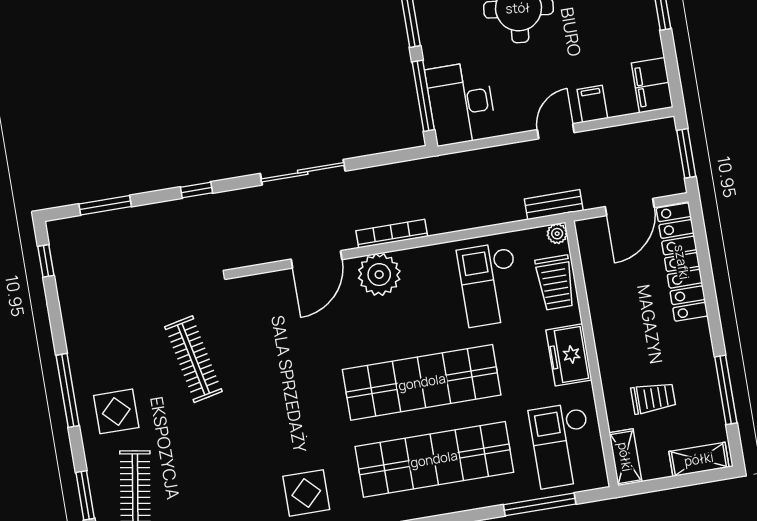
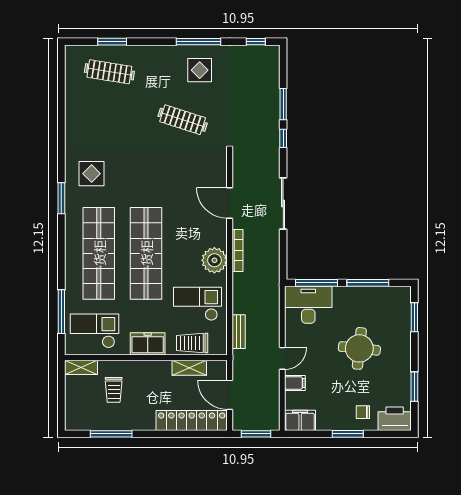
door: (556, 131) -> (282, 358), hinge flipped
window: (105, 205) -> (283, 104), moved
bench: (554, 205) -> (239, 332), moved
plant: (557, 234) -> (221, 349), removed
plant: (379, 275) -> (214, 260), moved
clothes rail: (193, 359) -> (183, 120), turned 30
window: (68, 390) -> (198, 42), moved
display table: (116, 411) -> (200, 70), moved
shelving: (699, 459) -> (189, 368), moved, turned 90

